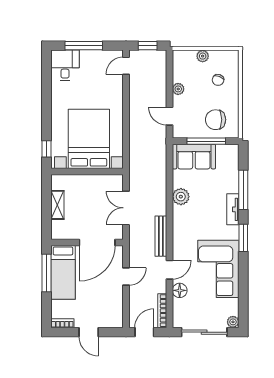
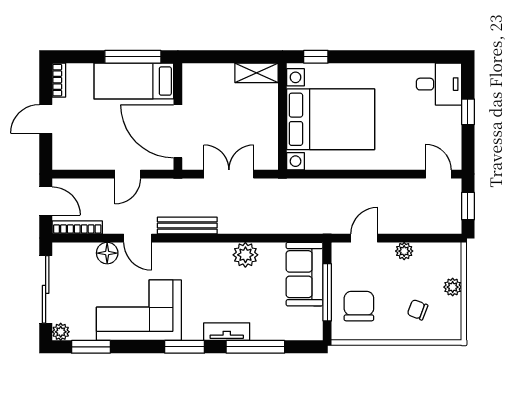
window: (84, 46) -> (468, 112), width x0.46
shelving: (57, 205) -> (257, 73), moved
door: (126, 276) -> (128, 174), hinge flipped
window: (243, 301) -> (91, 347), added

